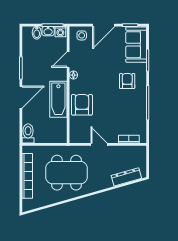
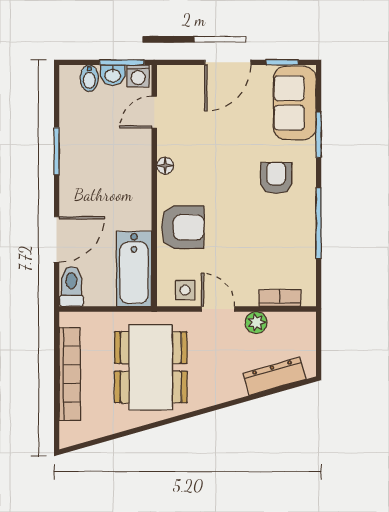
side table: (82, 35) -> (185, 290), moved
door: (68, 60) -> (154, 112), moved
door: (21, 97) -> (57, 239), moved
bathtub: (58, 99) -> (134, 269), moved
armchair: (82, 105) -> (183, 227), turned 90
plant: (117, 151) -> (256, 322), added
dining table: (66, 173) -> (151, 367), turned 90

